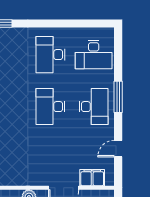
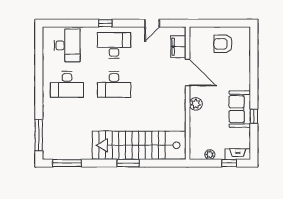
window: (118, 97) -> (105, 23), width x0.46
door: (118, 149) -> (152, 23), hinge flipped

